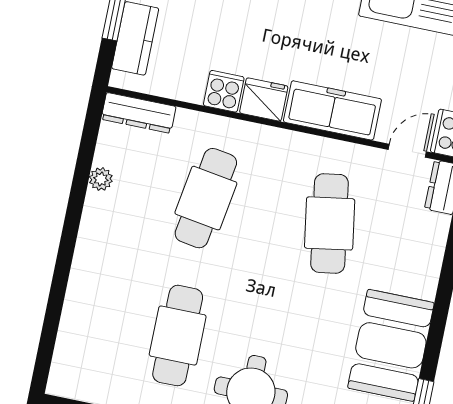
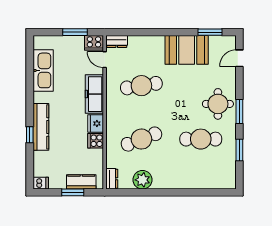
dresser: (139, 113) -> (112, 179), width x0.70
plant: (101, 179) -> (142, 180), width x1.88, depth x1.88
cafe table: (206, 198) -> (141, 139), turned -30

